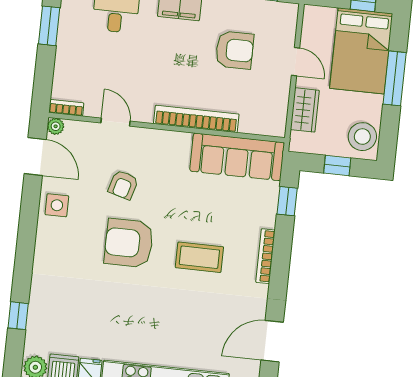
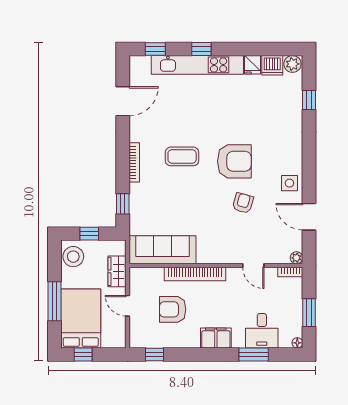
bookcase: (66, 108) -> (290, 272), moved
bookcase: (196, 119) -> (195, 274), moved
door: (116, 122) -> (253, 265), moved
plant: (56, 126) -> (296, 258), moved
wall: (167, 128) -> (216, 265), moved
sofa: (237, 157) -> (162, 250), moved

